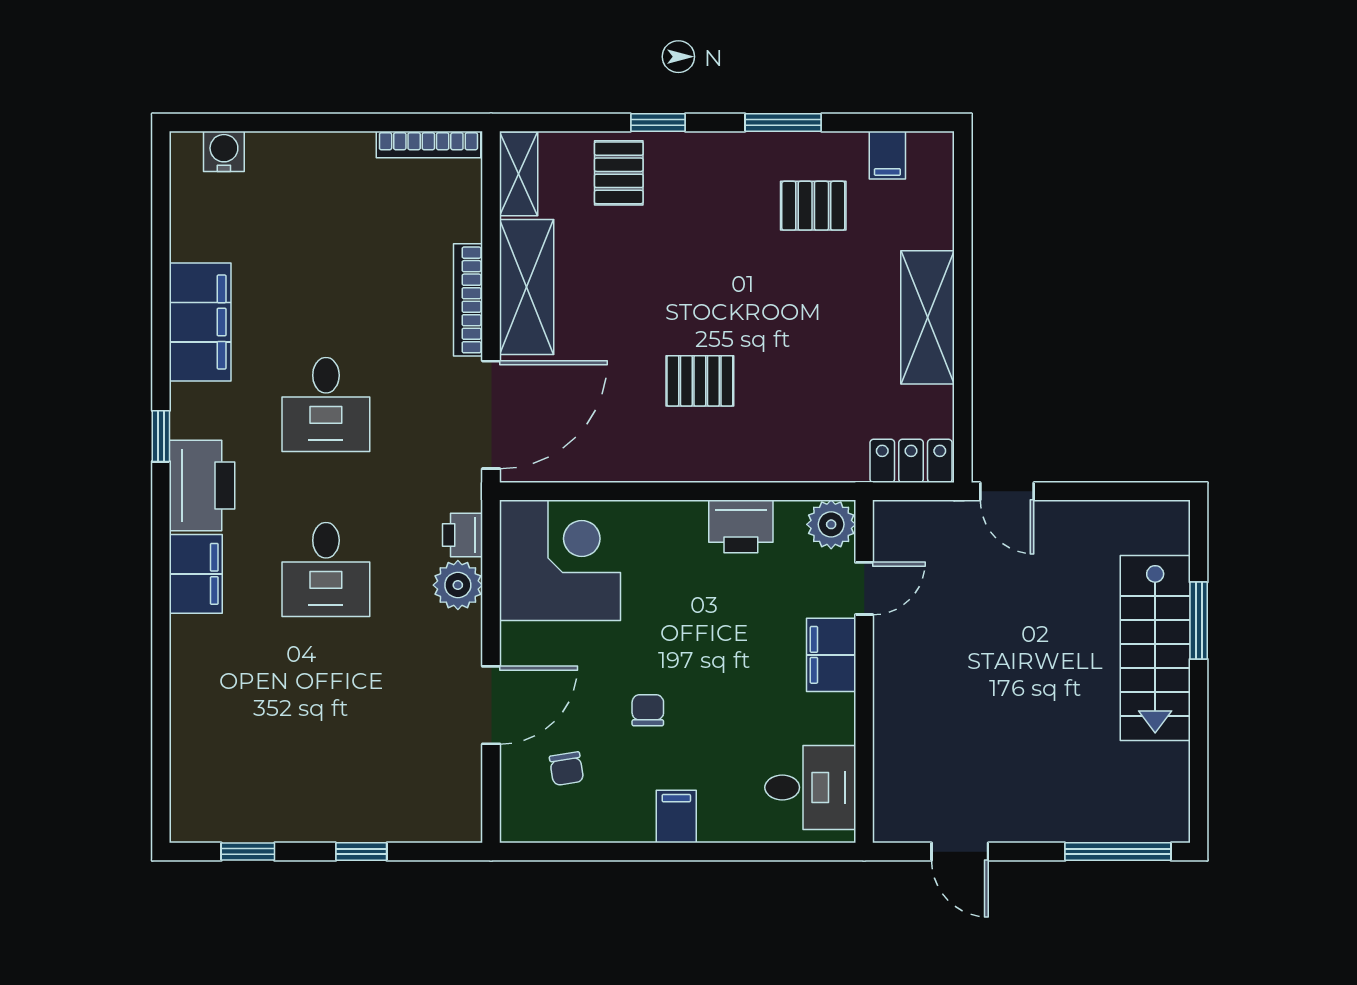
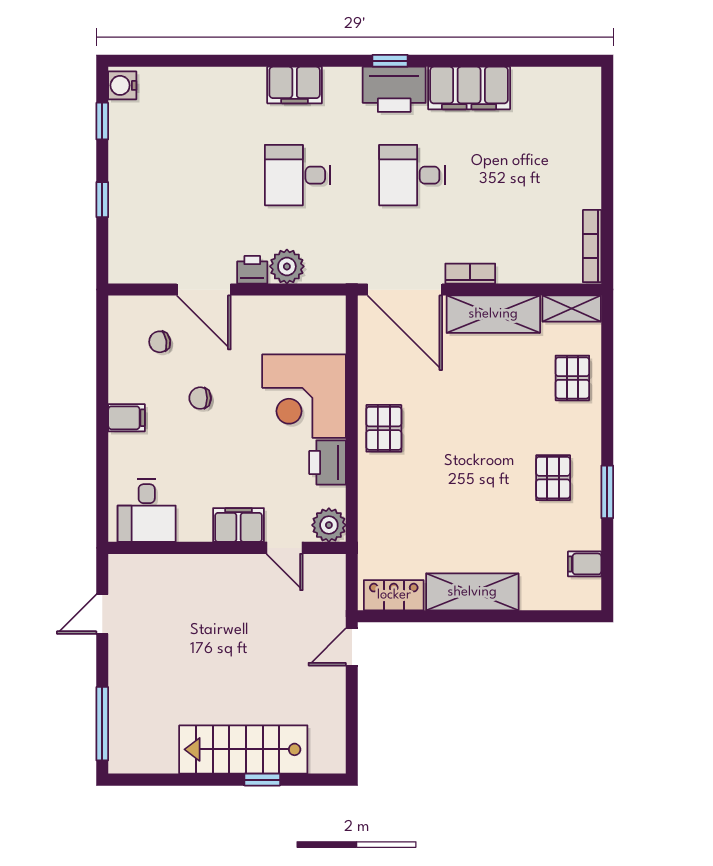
window: (658, 123) -> (607, 405), removed
water cooler: (224, 151) -> (122, 85), moved, turned 180
pallet: (619, 173) -> (572, 378), turned 90
pallet: (813, 206) -> (553, 478), moved
bookcase: (468, 300) -> (470, 274), width x0.64
pallet: (700, 381) -> (384, 428), moved
locker: (911, 461) -> (394, 595), moved, turned -90
printer: (202, 485) -> (394, 89), moved
printer: (463, 535) -> (252, 270), moved
corner desk: (560, 560) -> (304, 396), moved, turned 90
window: (1199, 621) -> (262, 780), width x0.67
chair: (648, 710) -> (200, 398), turned 180

